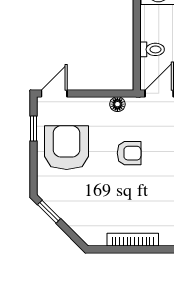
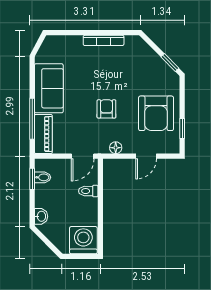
door: (54, 93) -> (146, 156), moved
armchair: (129, 153) -> (106, 109), turned 90

